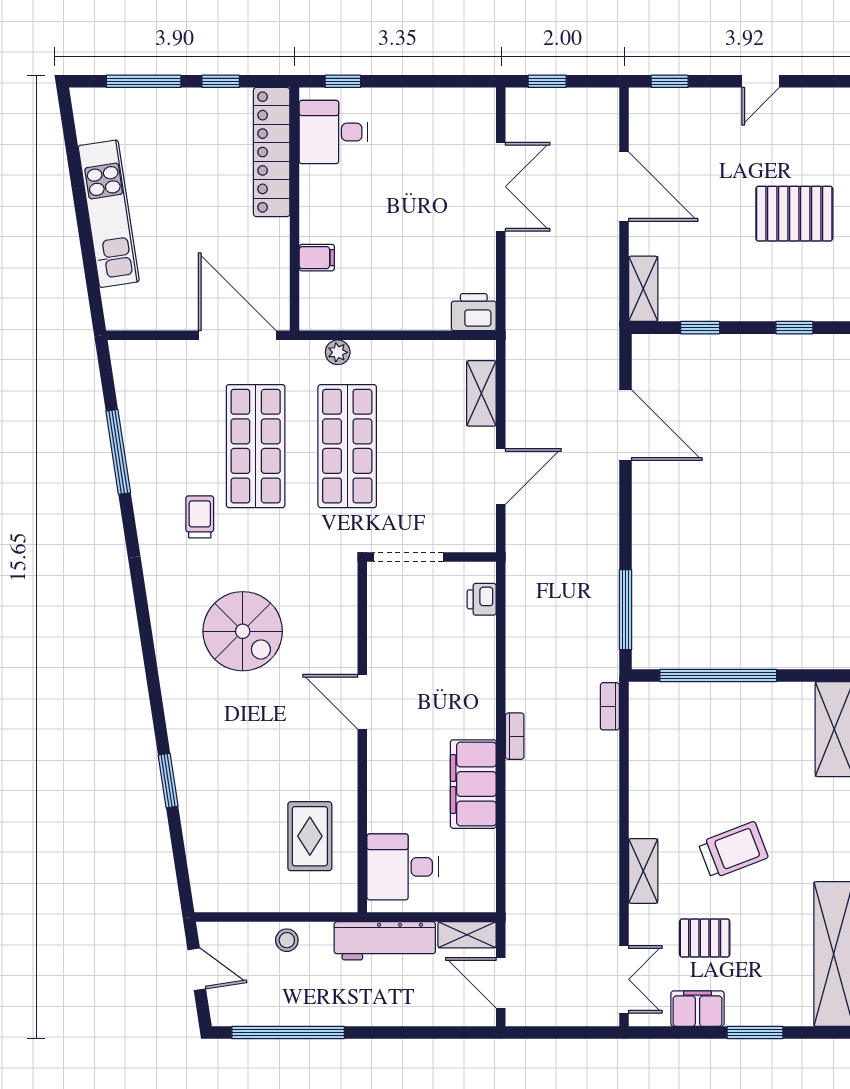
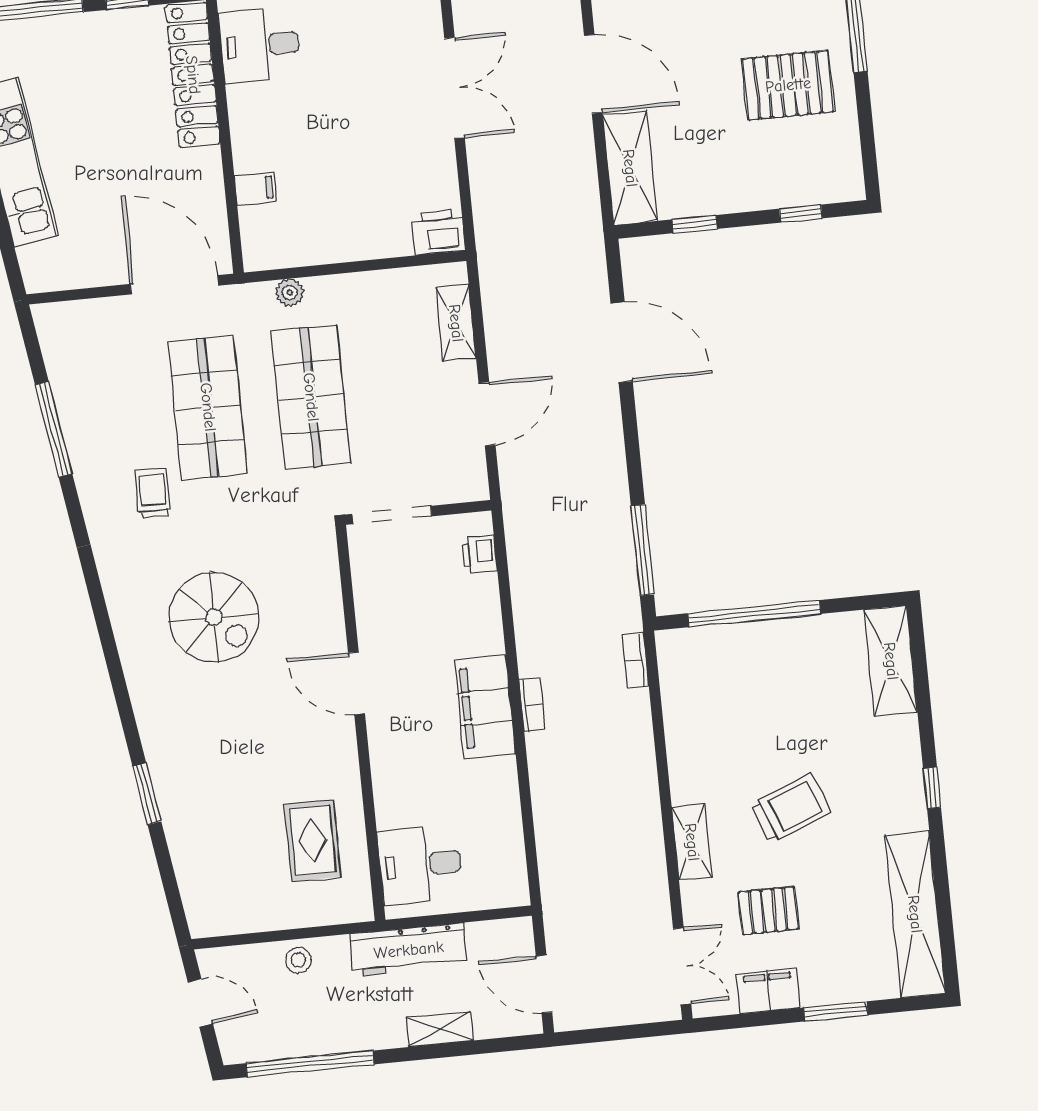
shelving: (643, 289) -> (630, 168), width x1.50, depth x1.33
filing cabinet: (473, 784) -> (485, 707), moved
shelving: (467, 935) -> (440, 1029), moved

